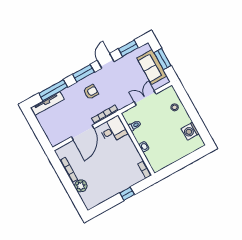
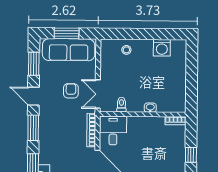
sofa: (152, 67) -> (69, 50), width x1.36
armchair: (91, 92) -> (71, 91), moved
double door: (145, 98) -> (98, 94), moved

